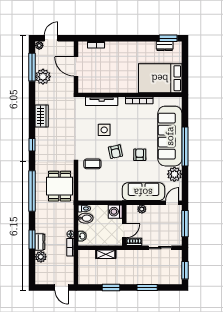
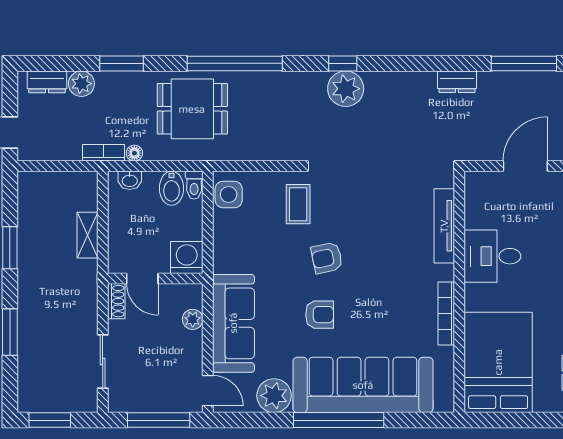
plant: (43, 77) -> (346, 89), moved
desk: (115, 81) -> (492, 256), added
dresser: (40, 96) -> (457, 82), added
wardrobe: (42, 116) -> (410, 86), removed
side table: (104, 130) -> (229, 194), moved
dining table: (59, 186) -> (192, 109), moved
dresser: (40, 242) -> (47, 82), moved

